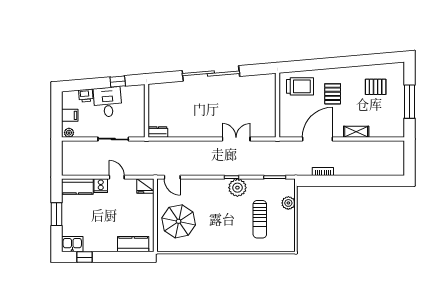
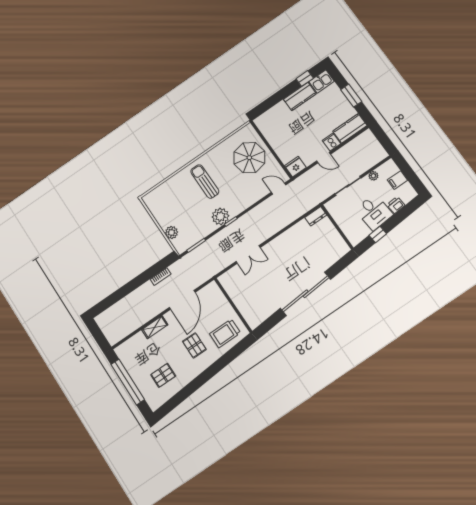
window: (410, 102) -> (128, 382), width x1.46
plant: (69, 133) -> (373, 176), moved
sun lounger: (260, 219) -> (205, 181), moved
kitchen counter: (133, 244) -> (300, 96), moved

